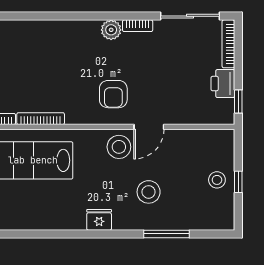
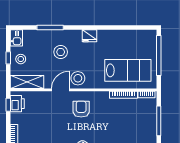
printer: (223, 84) -> (17, 104), moved
shelving: (206, 140) -> (27, 82), added
kitchen sink: (224, 216) -> (16, 38), added

